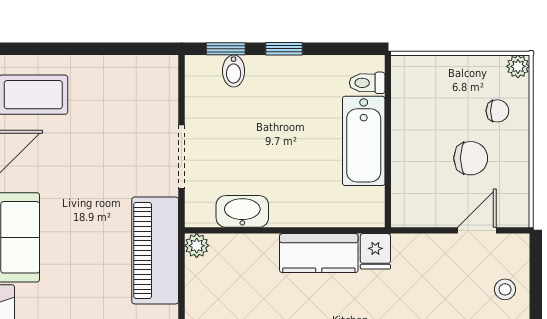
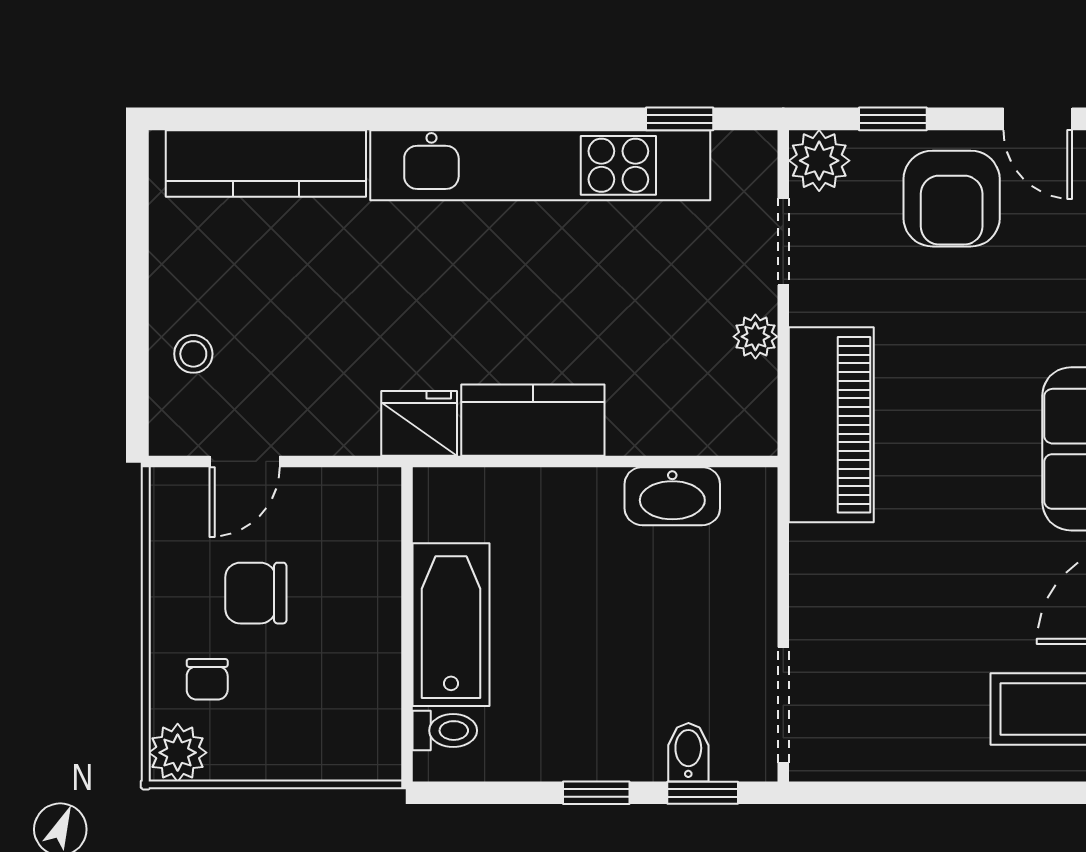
plant: (518, 66) -> (178, 753), width x1.38, depth x1.38
chair: (497, 111) -> (207, 679), turned -90
doorway: (182, 157) -> (783, 705), moved
plant: (197, 246) -> (755, 337), moved
fridge: (375, 251) -> (419, 423), width x1.38

